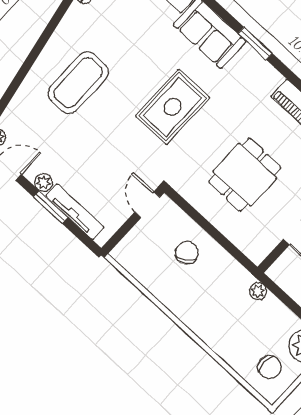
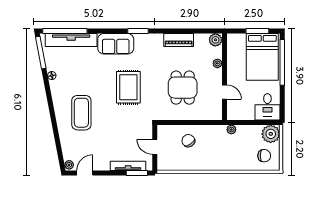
plant: (44, 182) -> (105, 166), removed
door: (147, 205) -> (155, 147), moved
window: (51, 207) -> (137, 173), moved

